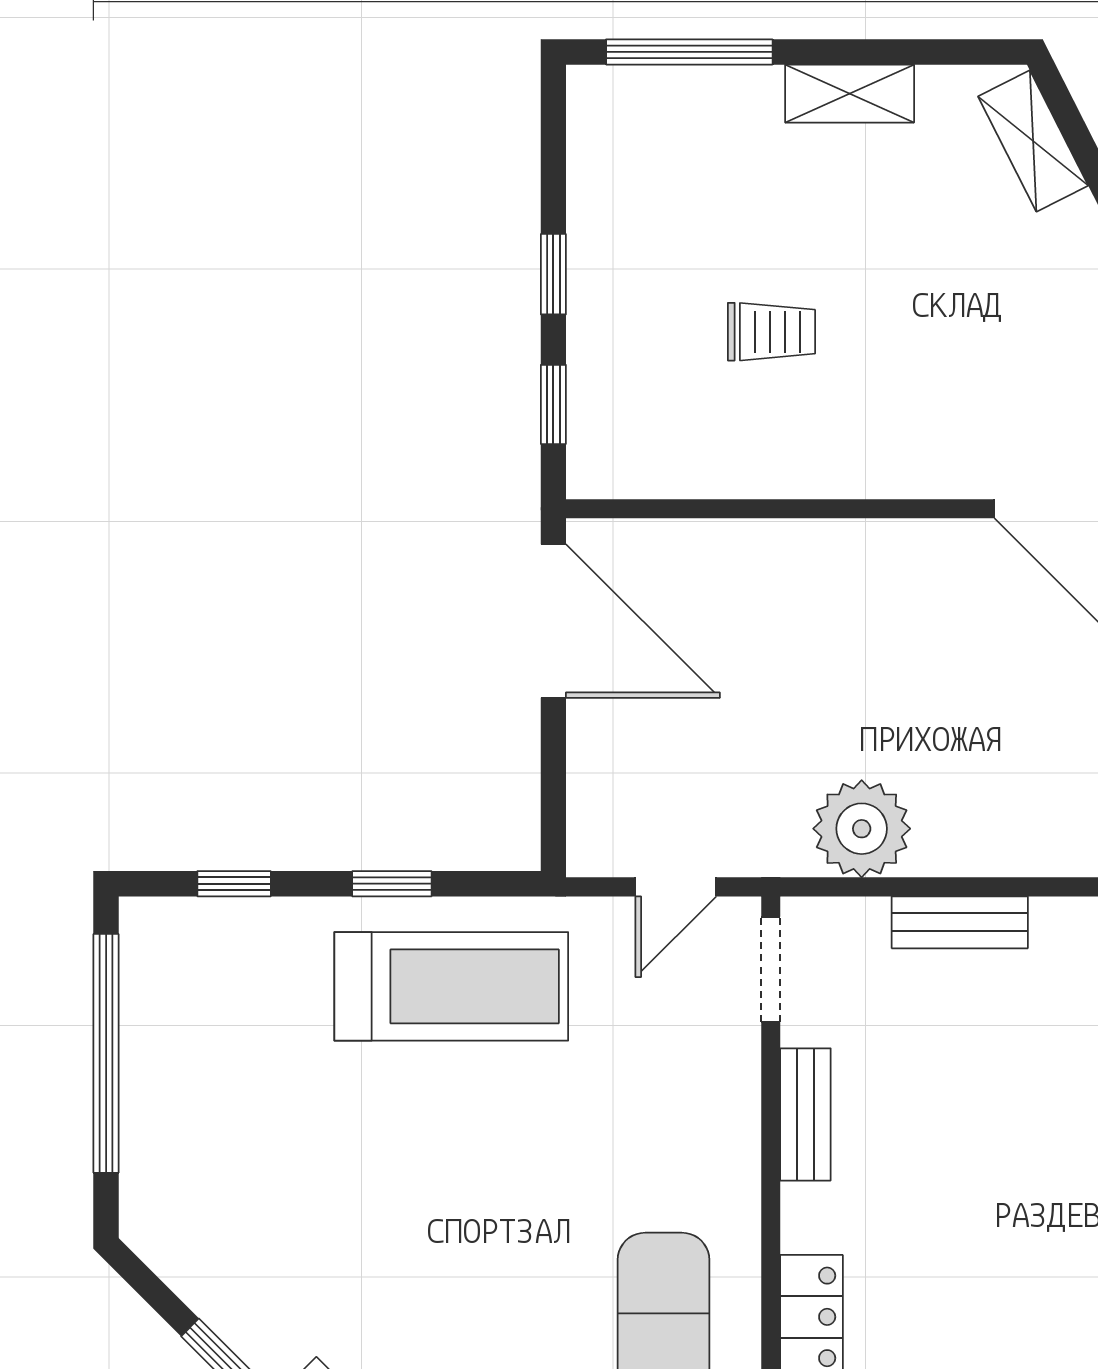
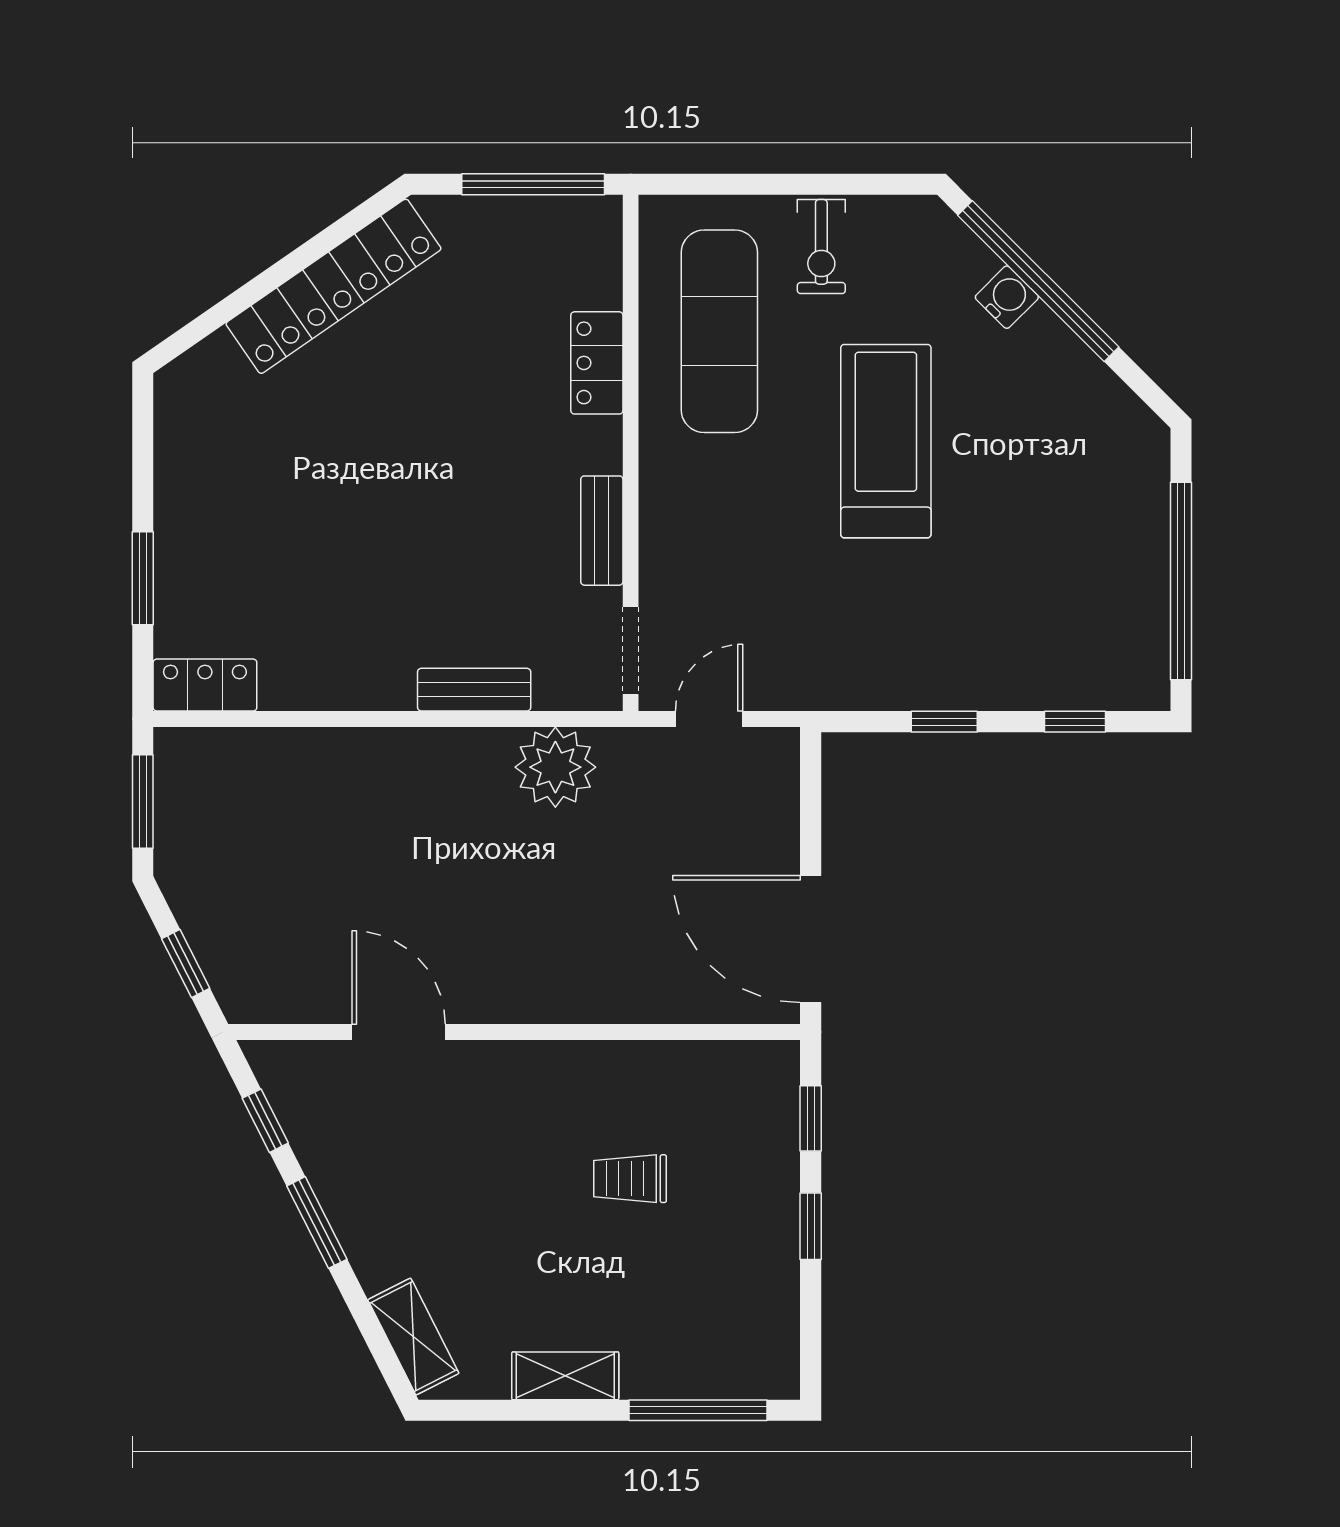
treadmill: (451, 986) -> (886, 441), moved, turned 90

